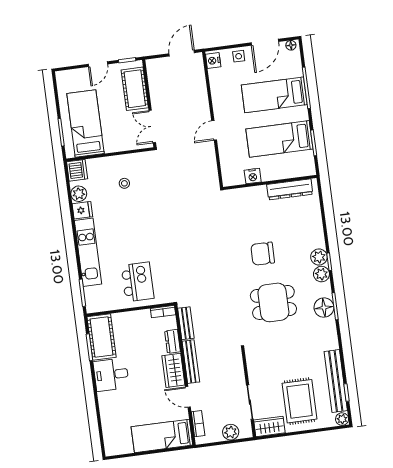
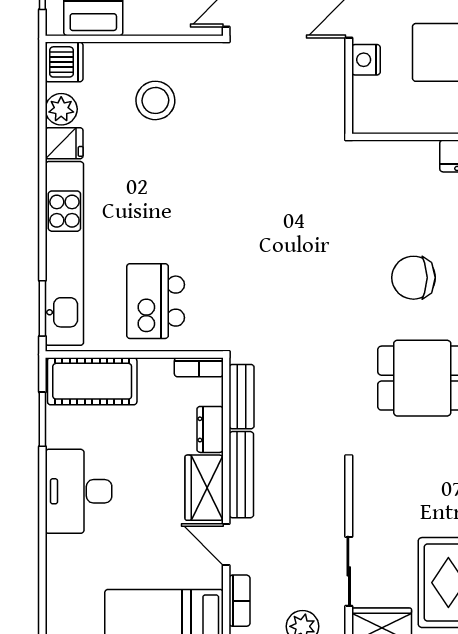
nightstand: (253, 176) -> (366, 60), moved, turned 90
stool: (124, 183) -> (155, 100), width x1.89, depth x1.89
kitchen unit: (88, 252) -> (64, 253), width x1.36
kitchen island: (137, 282) -> (156, 301), turned 180
cot: (102, 337) -> (92, 381), moved, turned 90
desk: (111, 375) -> (79, 491), width x1.37

